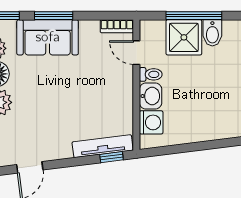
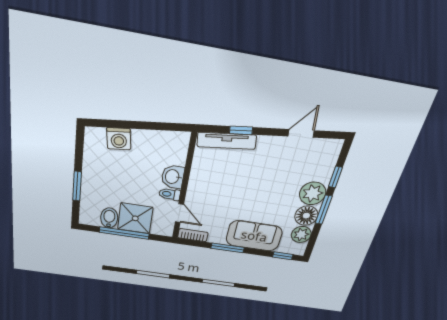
window: (54, 16) -> (228, 248), moved
washing machine: (151, 122) -> (119, 139), moved, turned -97
window: (112, 157) -> (241, 130), moved

